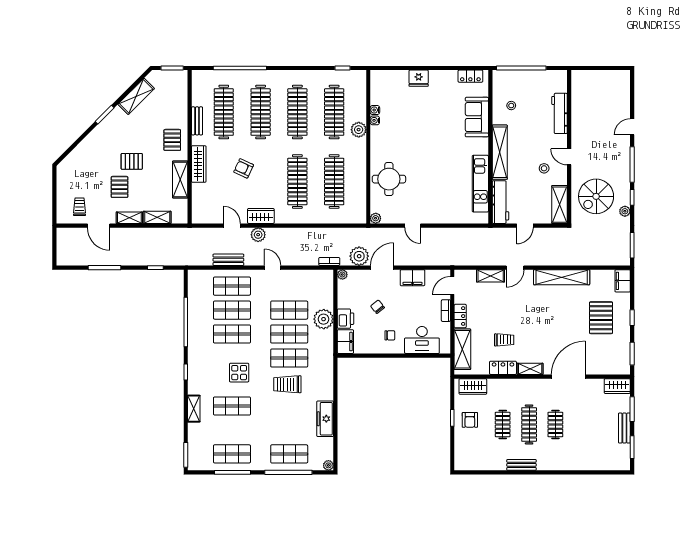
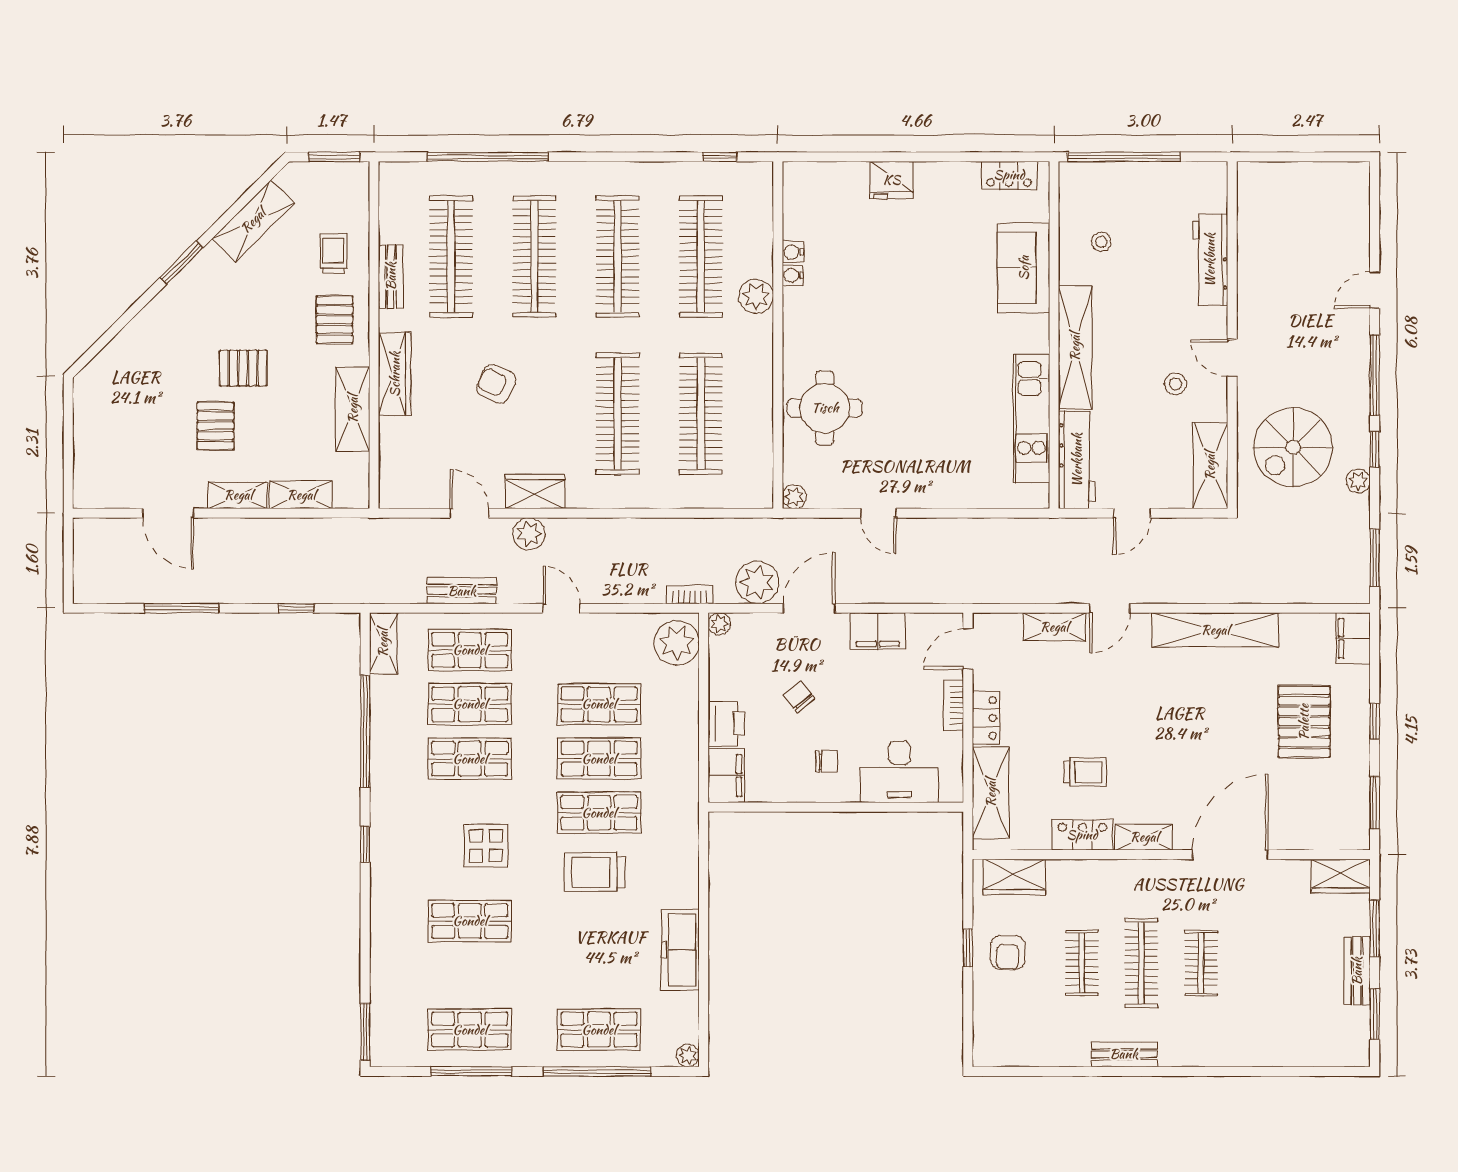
trolley: (79, 207) -> (333, 254), moved
plant: (324, 319) -> (677, 643), moved
shelving: (194, 409) -> (383, 643), moved

